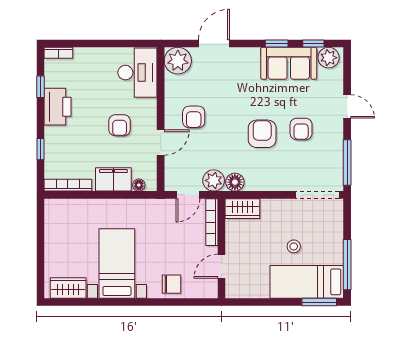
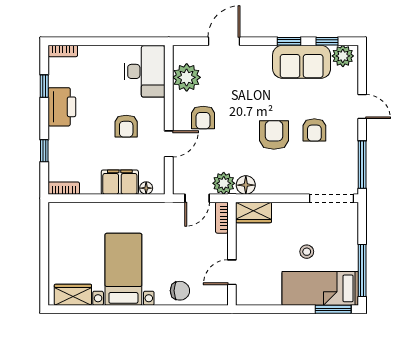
plant: (178, 61) -> (187, 77), moved
bookcase: (68, 185) -> (64, 188), width x0.64
bookcase: (212, 222) -> (222, 218), width x0.64

